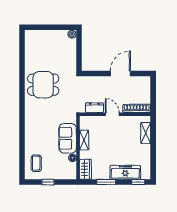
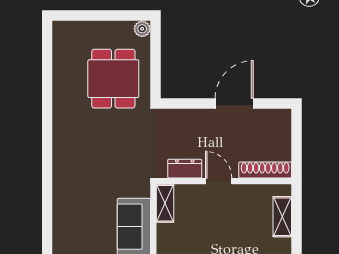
dining table: (43, 85) -> (113, 79), moved, turned 90
shelving: (84, 140) -> (165, 203), moved

